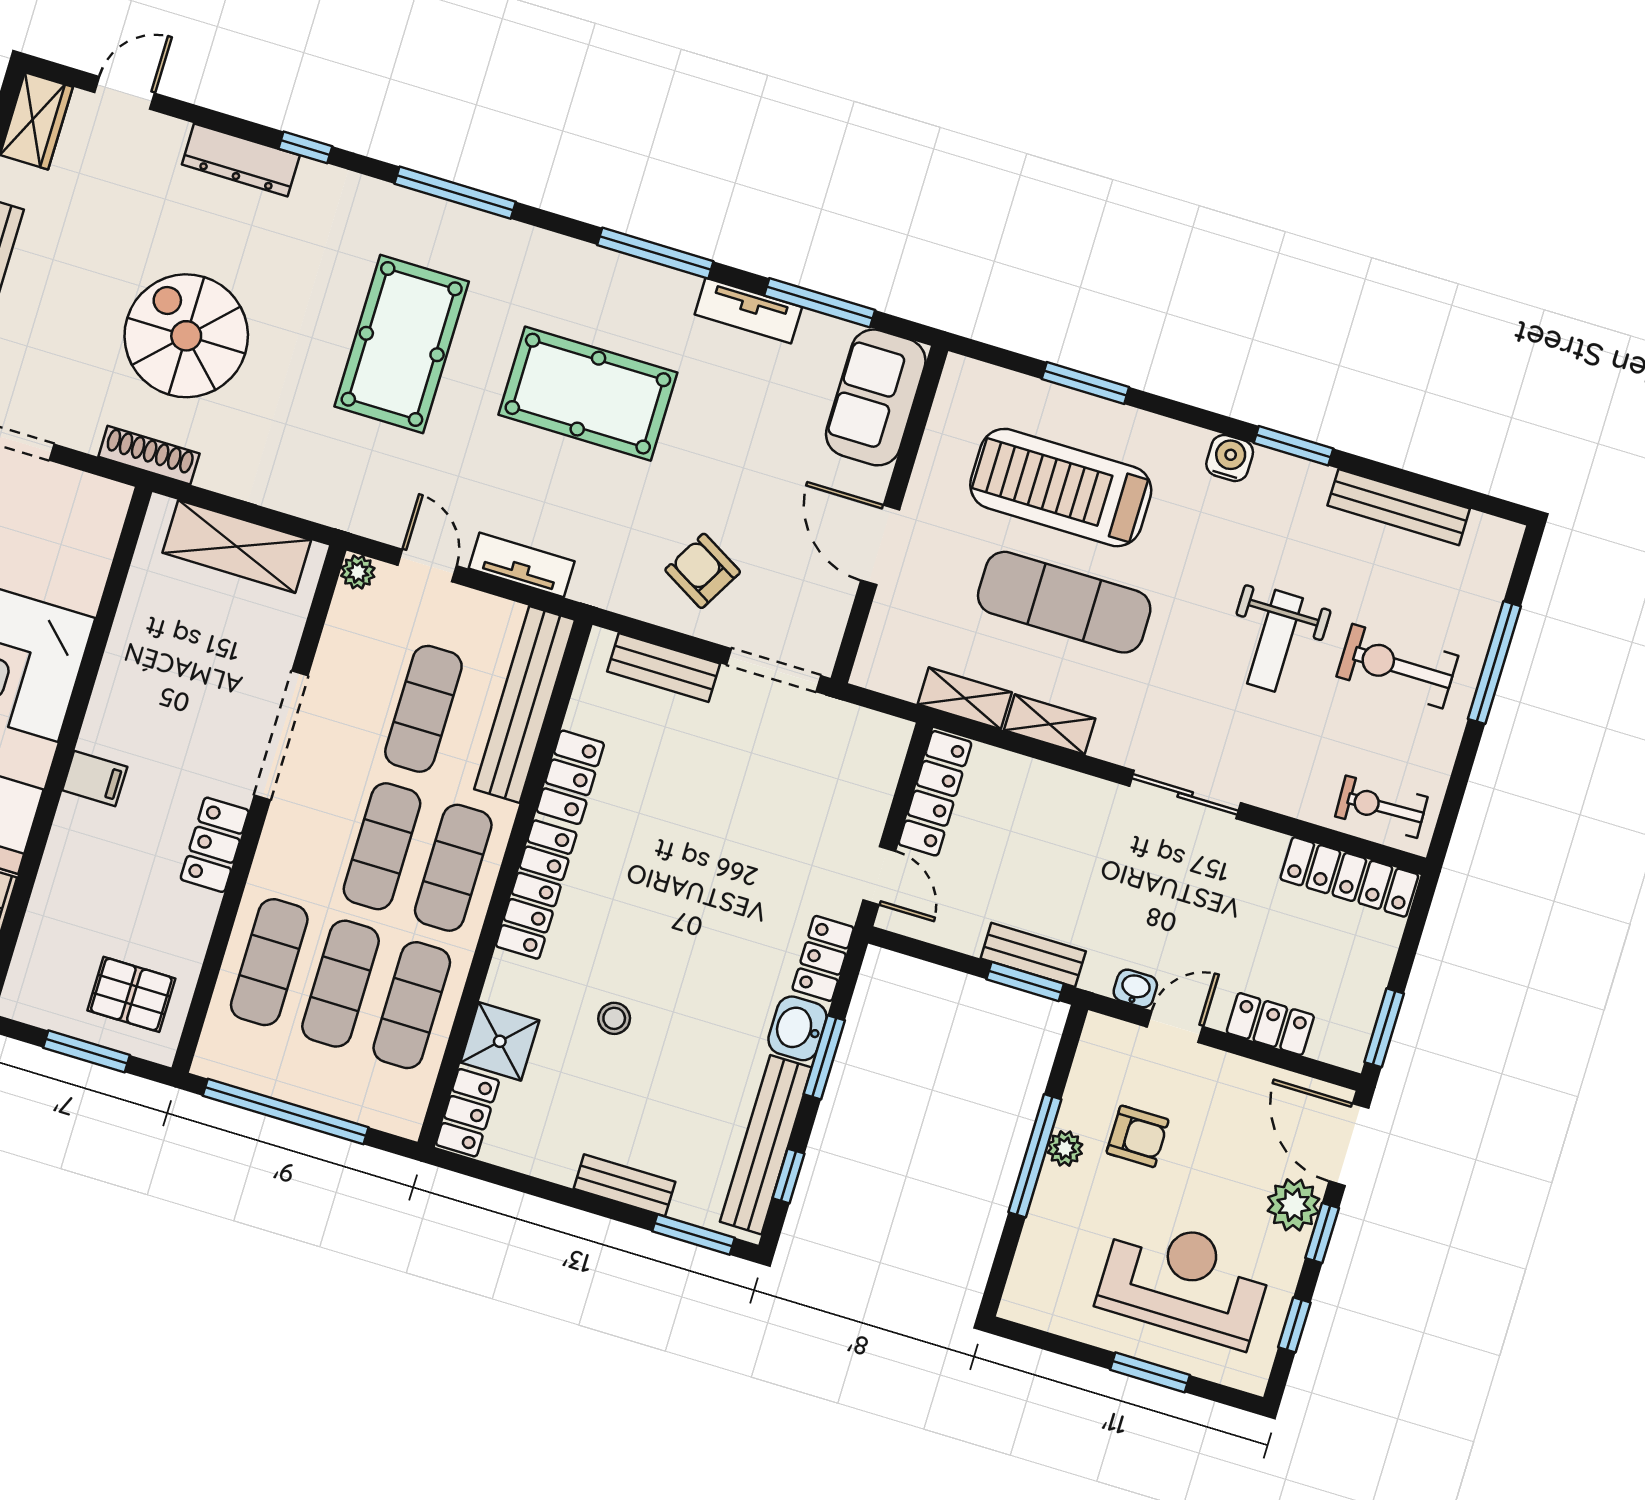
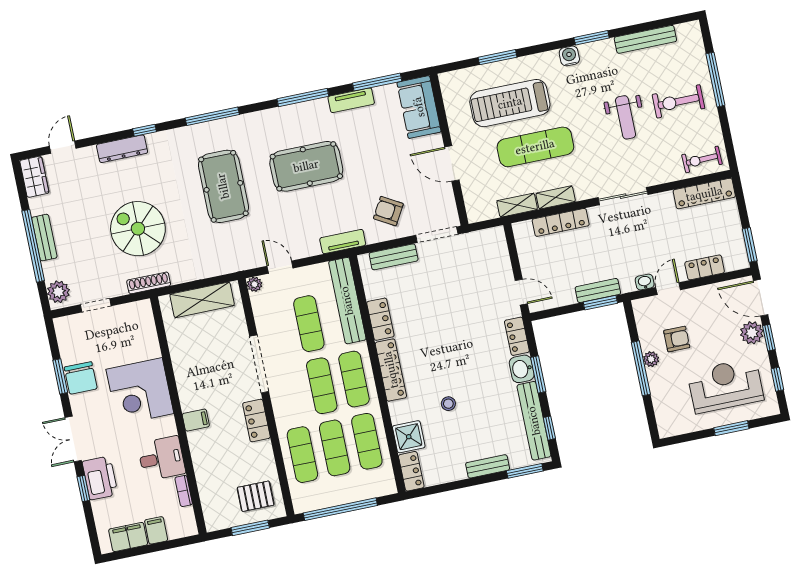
tv unit: (522, 565) -> (343, 242), moved
locker: (935, 793) -> (561, 222), moved, turned 90

